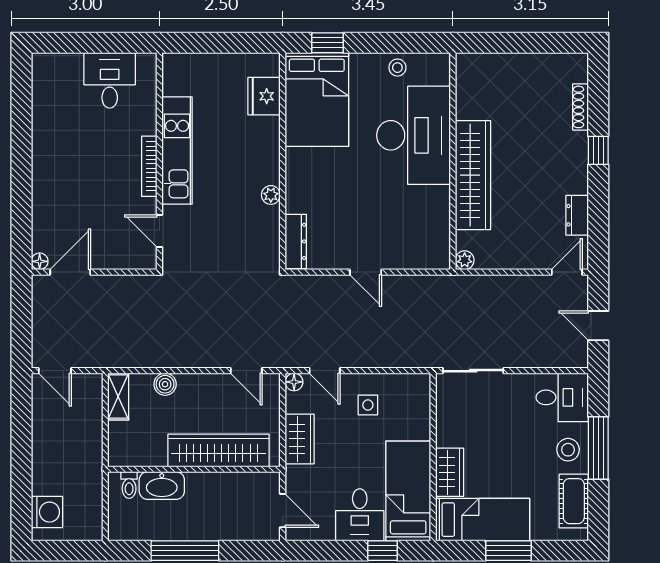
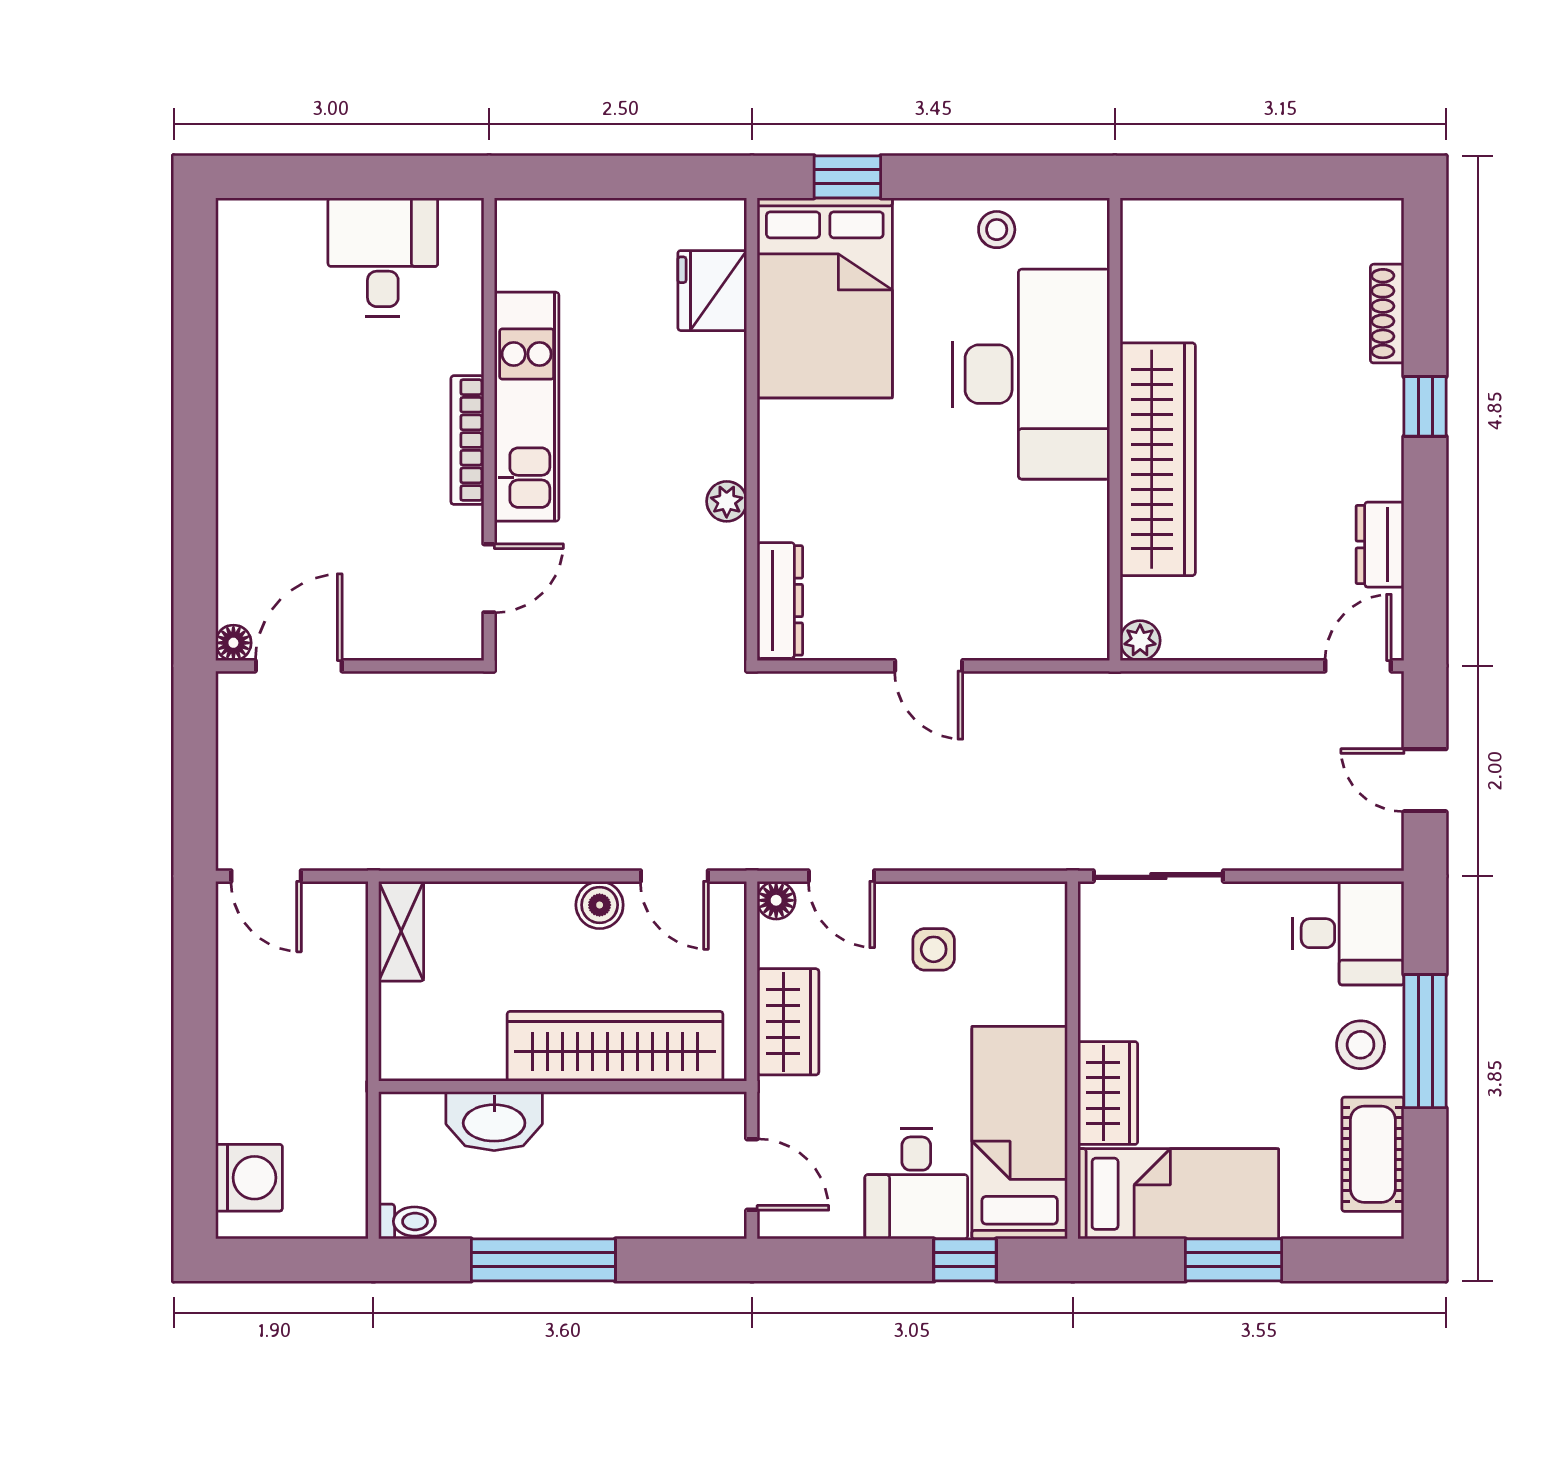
door: (159, 231) -> (489, 578), swing flipped
boiler: (165, 384) -> (600, 905), moved
toilet: (129, 485) -> (407, 1221), moved, turned -90

